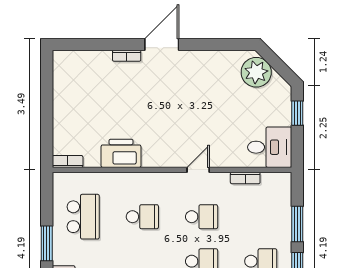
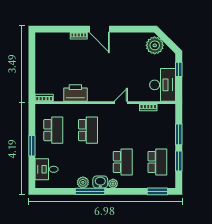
door: (162, 45) -> (99, 29), swing flipped
desk: (270, 147) -> (163, 85), width x1.37
school desk: (142, 217) -> (88, 130), width x1.85
school desk: (202, 217) -> (123, 130), removed

